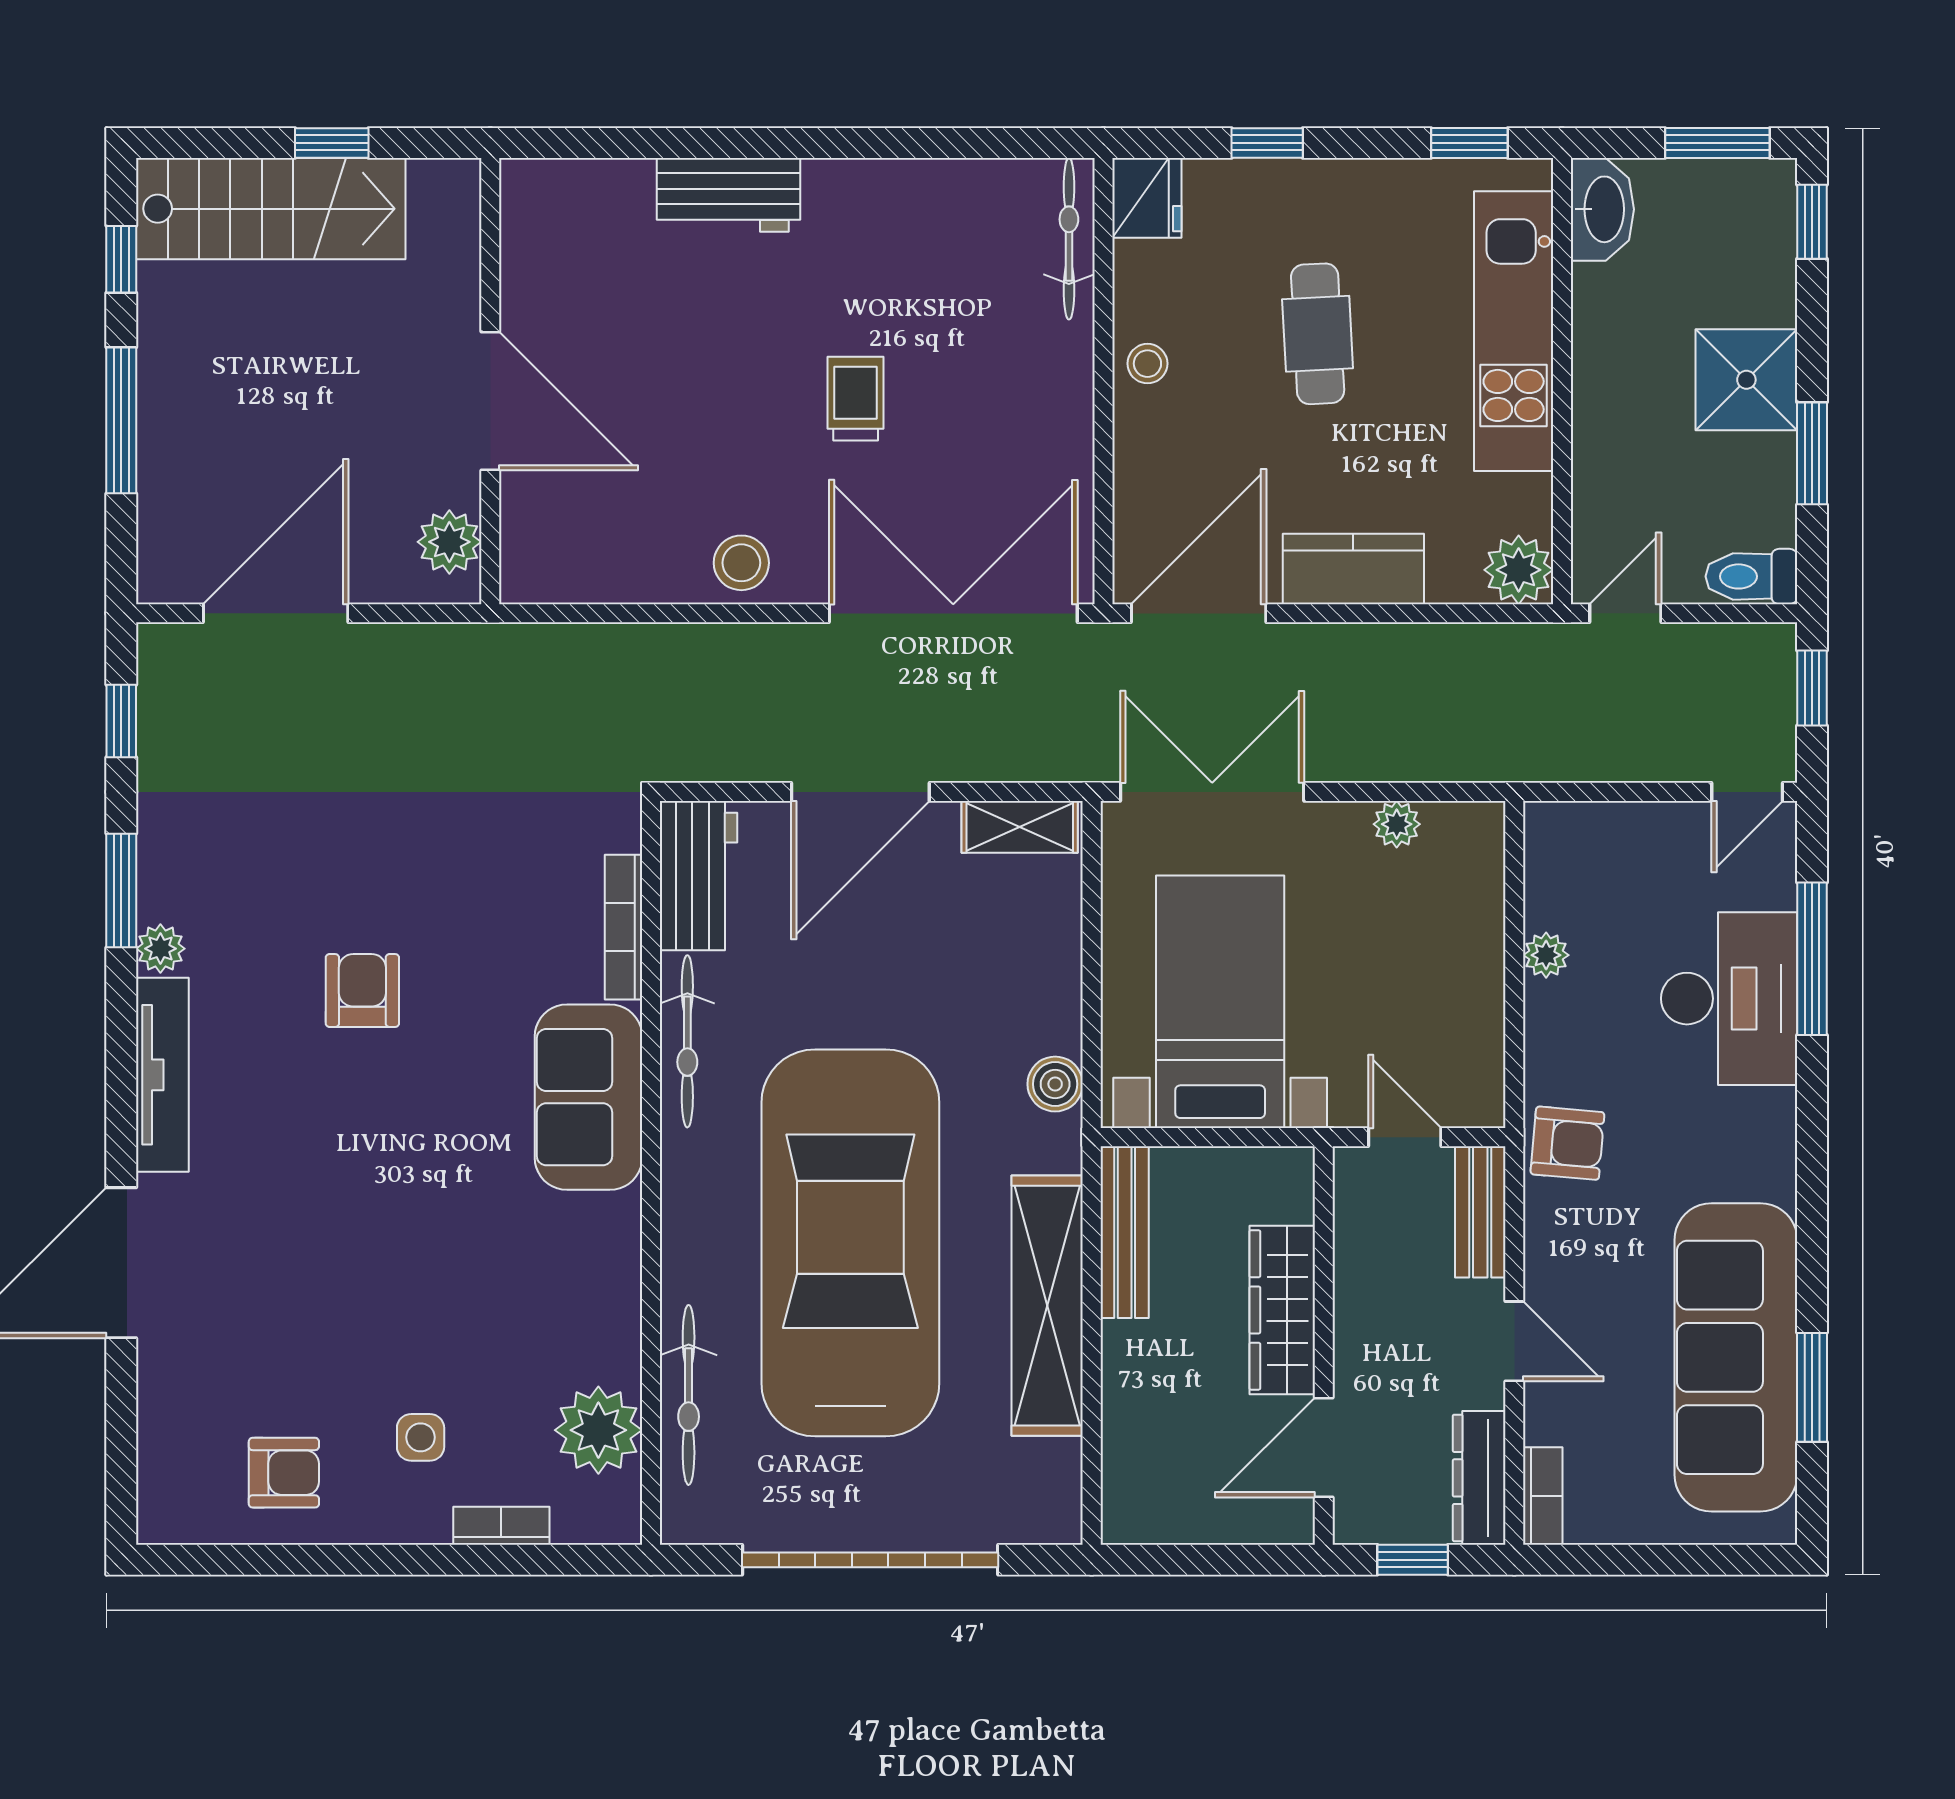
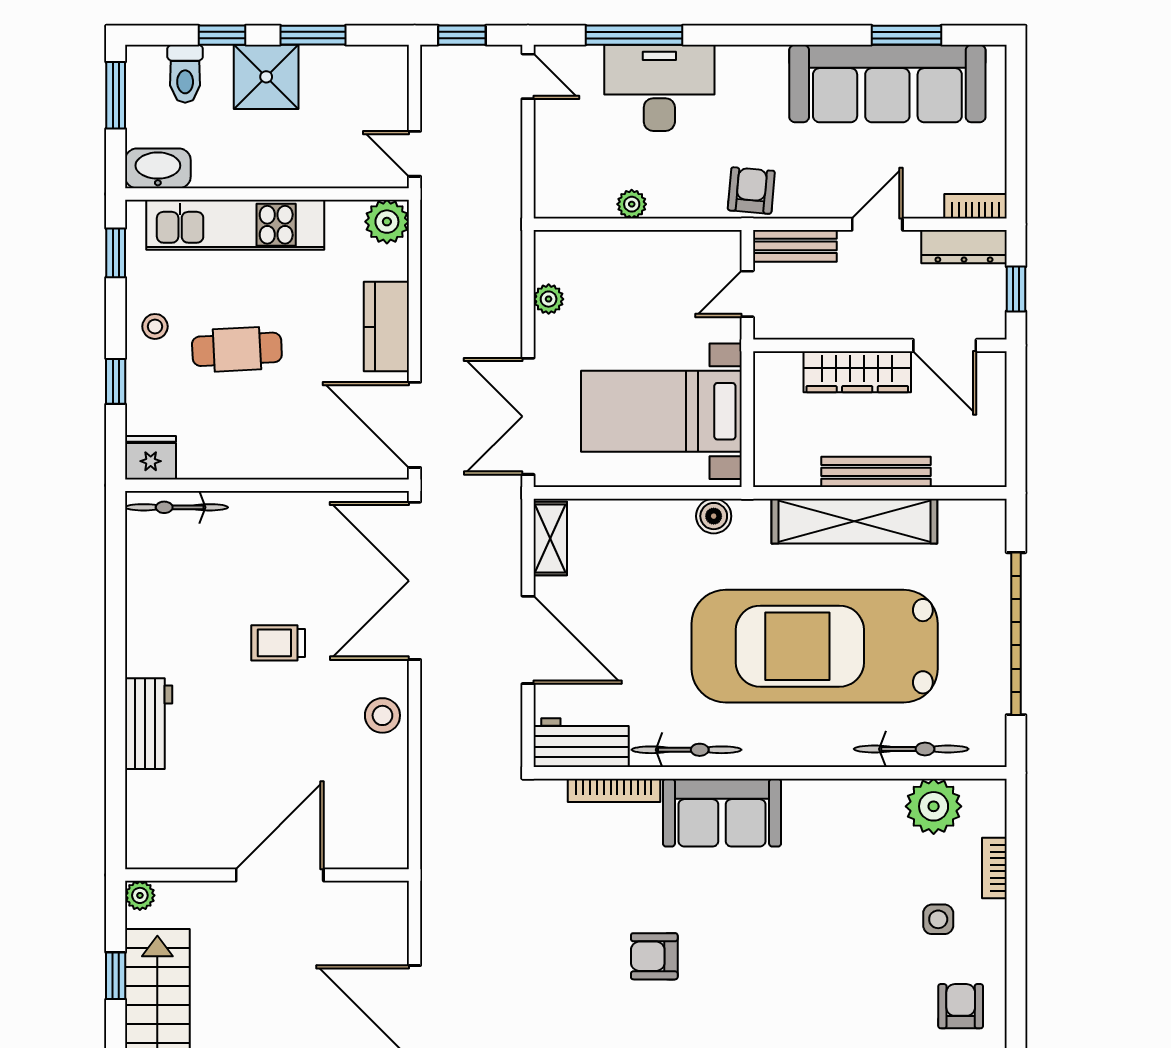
window: (1812, 222) -> (222, 35), moved
stool: (1147, 364) -> (155, 326), moved
plant: (449, 542) -> (140, 895), moved, width x0.73, depth x0.73
toilet: (1751, 576) -> (185, 74), moved
bench: (1125, 1232) -> (876, 472), moved

